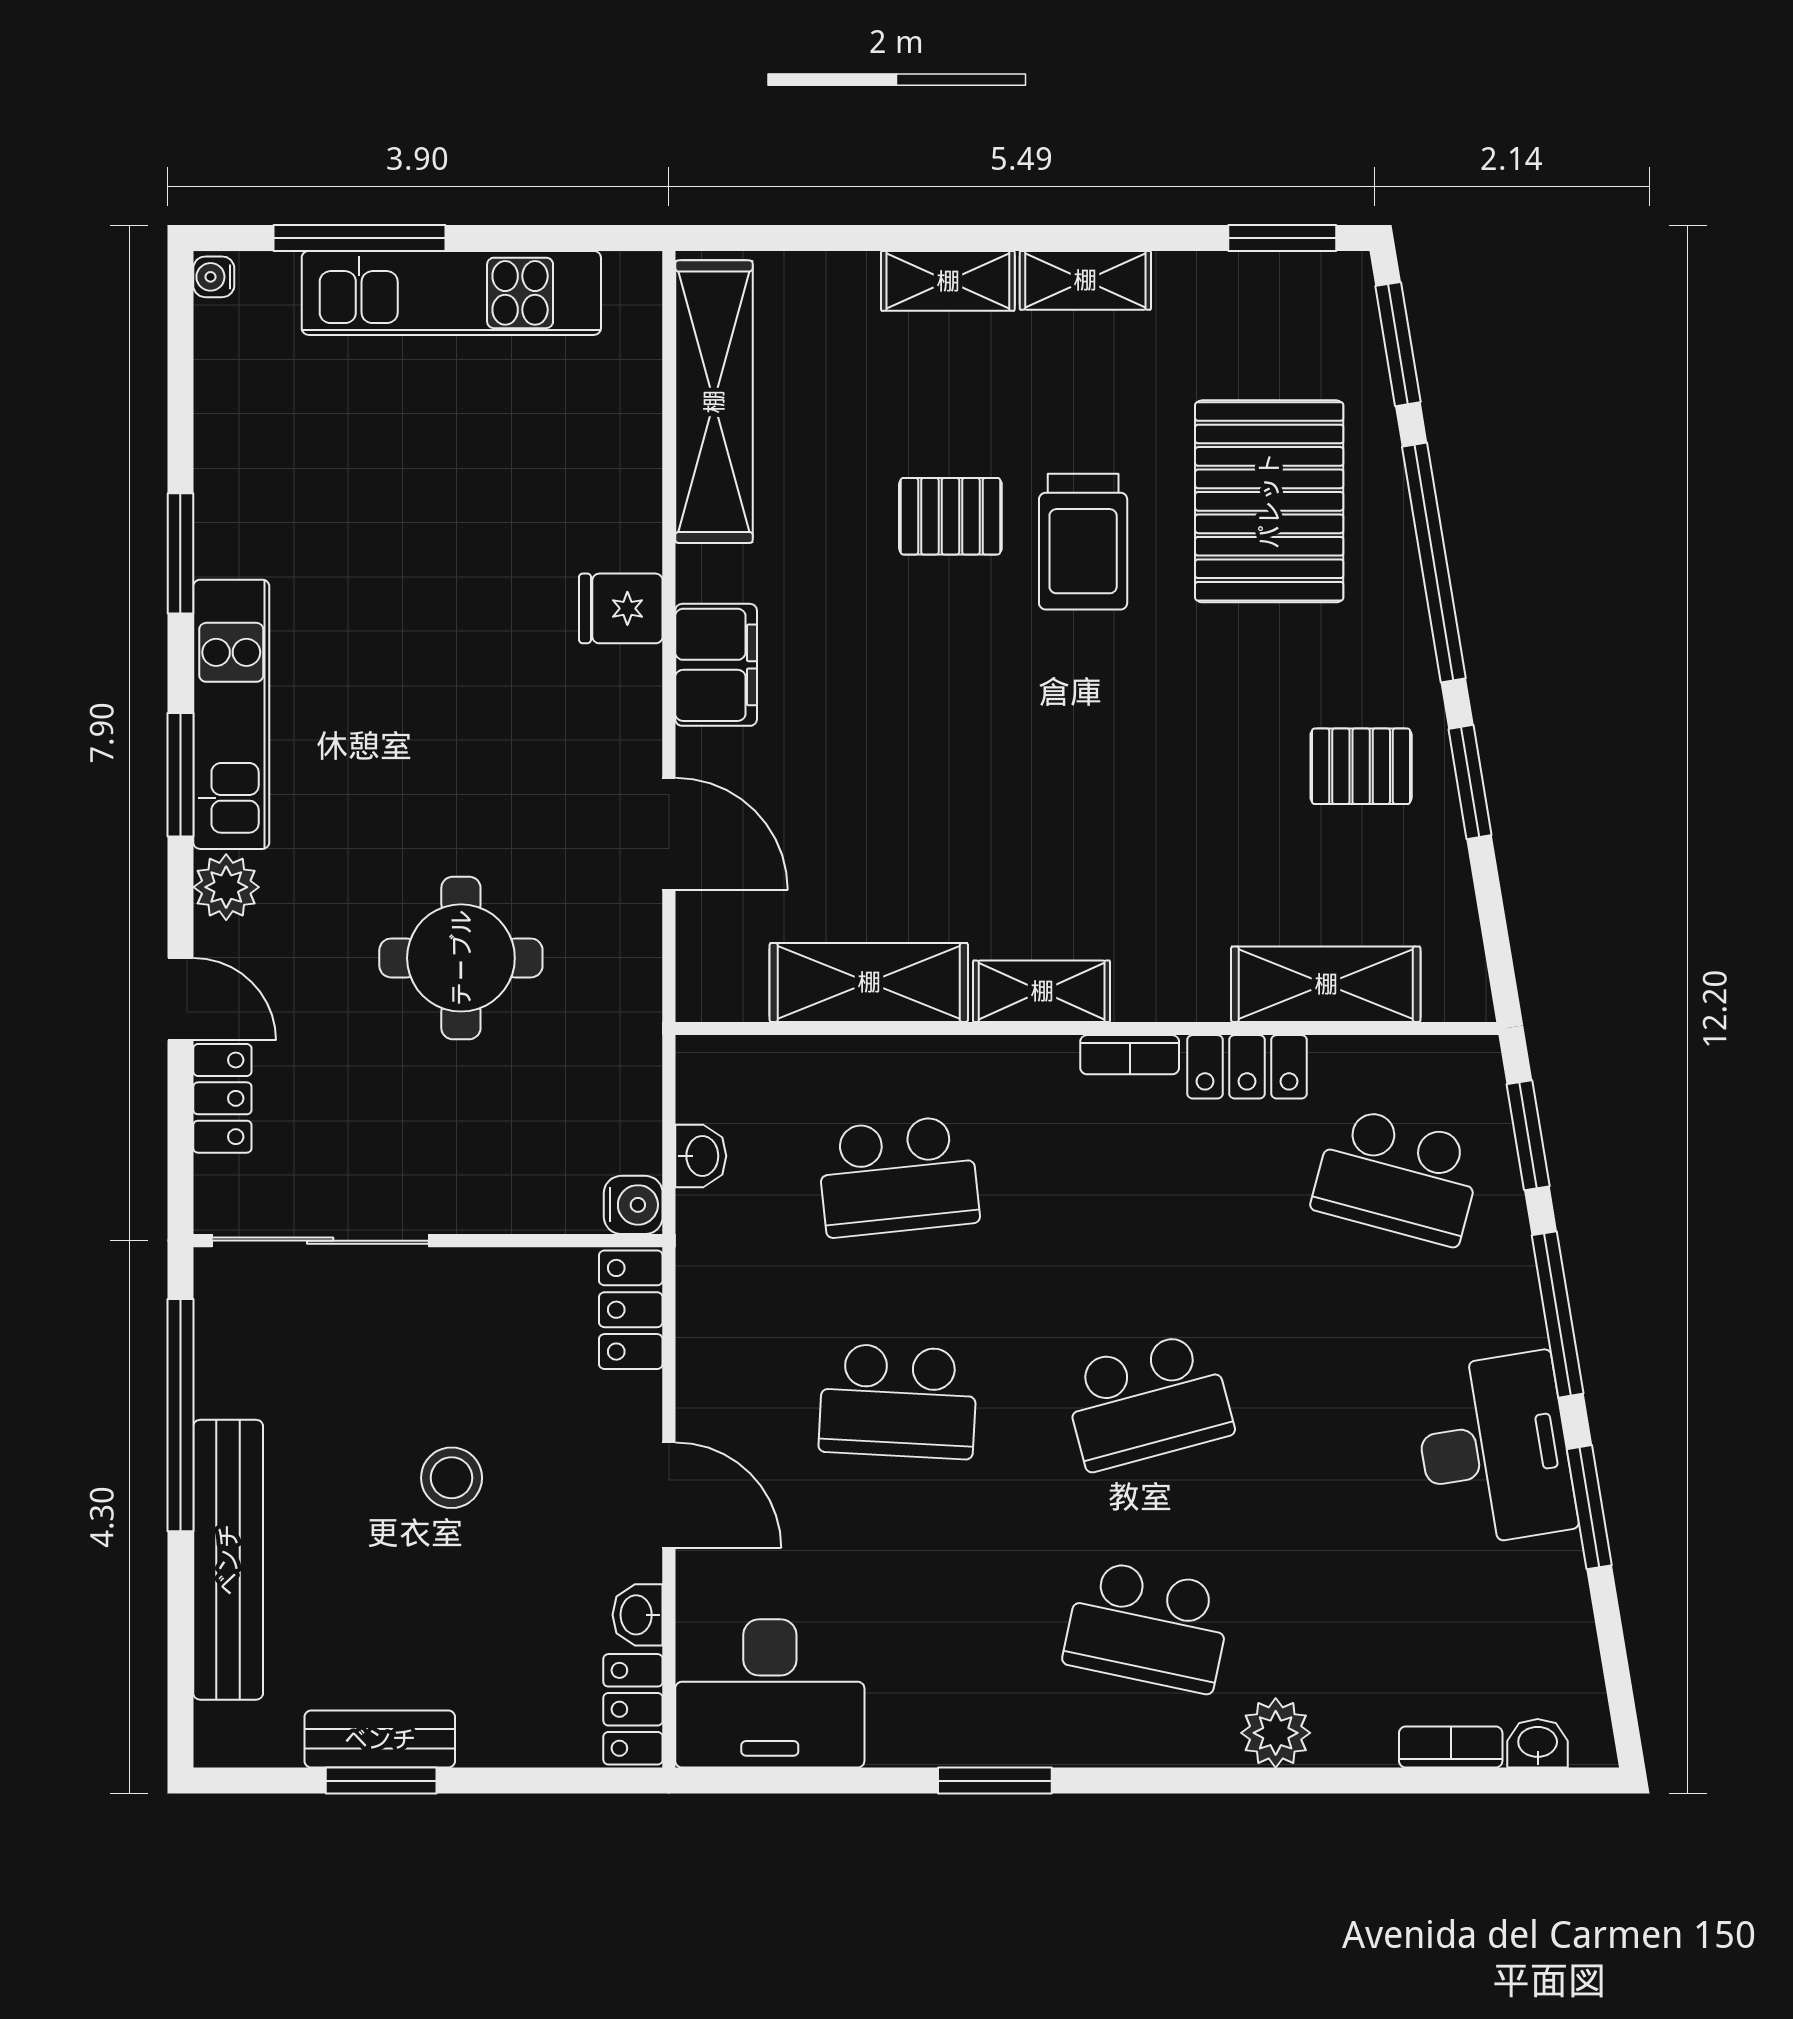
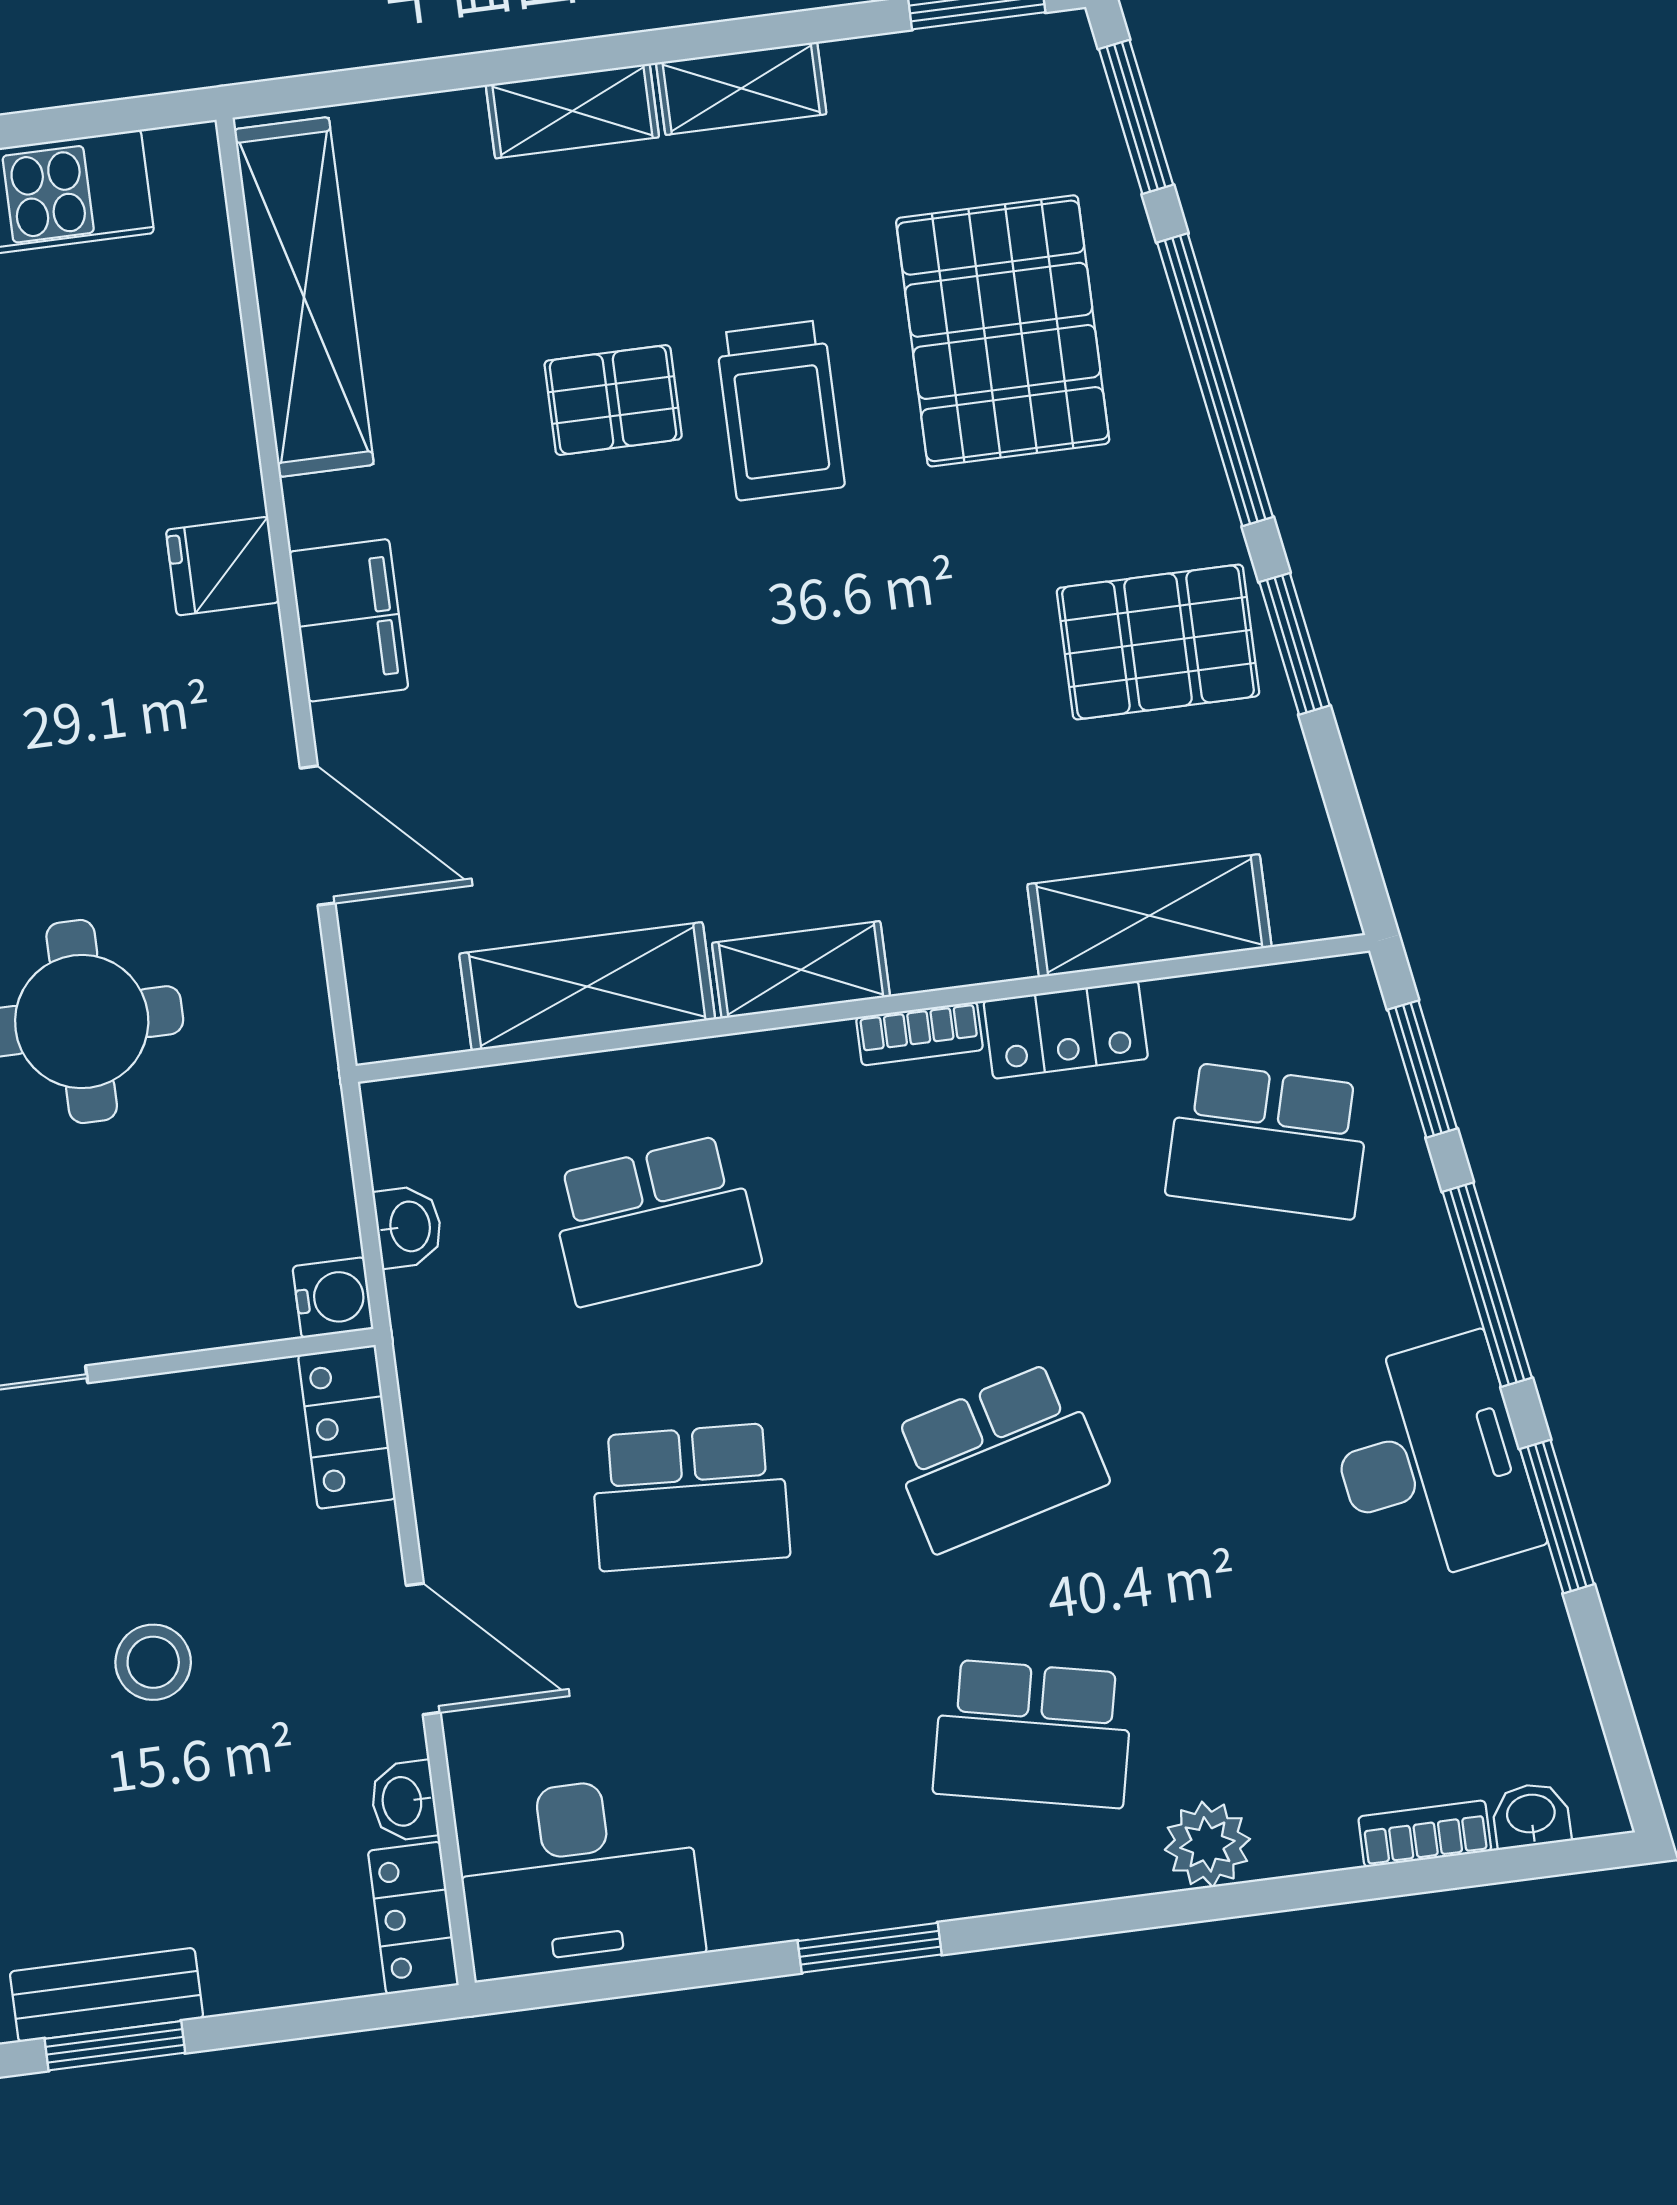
pallet: (1361, 766) -> (1158, 642), width x1.50, depth x1.42

